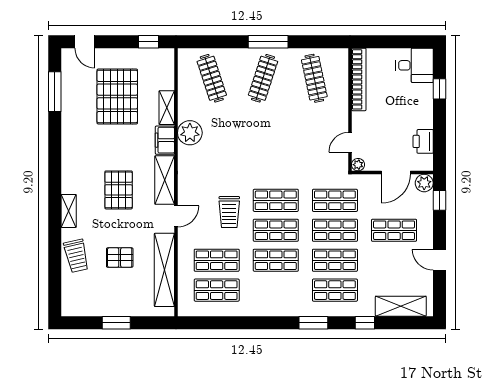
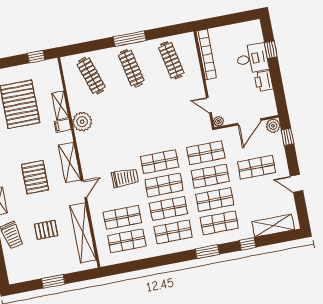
desk: (414, 65) -> (252, 58), moved
clothes rail: (263, 78) -> (131, 68), turned -30
filing cabinet: (165, 140) -> (63, 126), width x0.50
printer: (423, 141) -> (264, 81), moved
door: (350, 142) -> (209, 105), hinge flipped
trolley: (229, 212) -> (125, 178), turned -90
shop shelf: (276, 290) -> (173, 232), added

